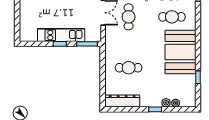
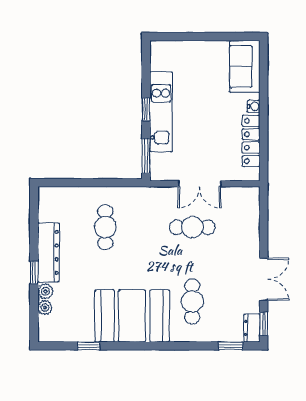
dresser: (122, 101) -> (48, 252), moved

